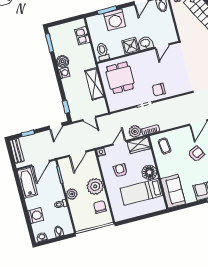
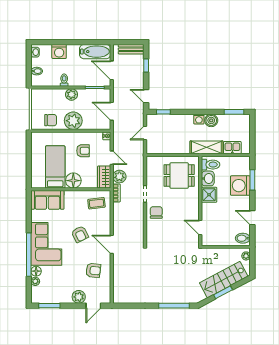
washbasin: (145, 43) -> (208, 178), moved
shelving: (94, 84) -> (206, 147), moved

